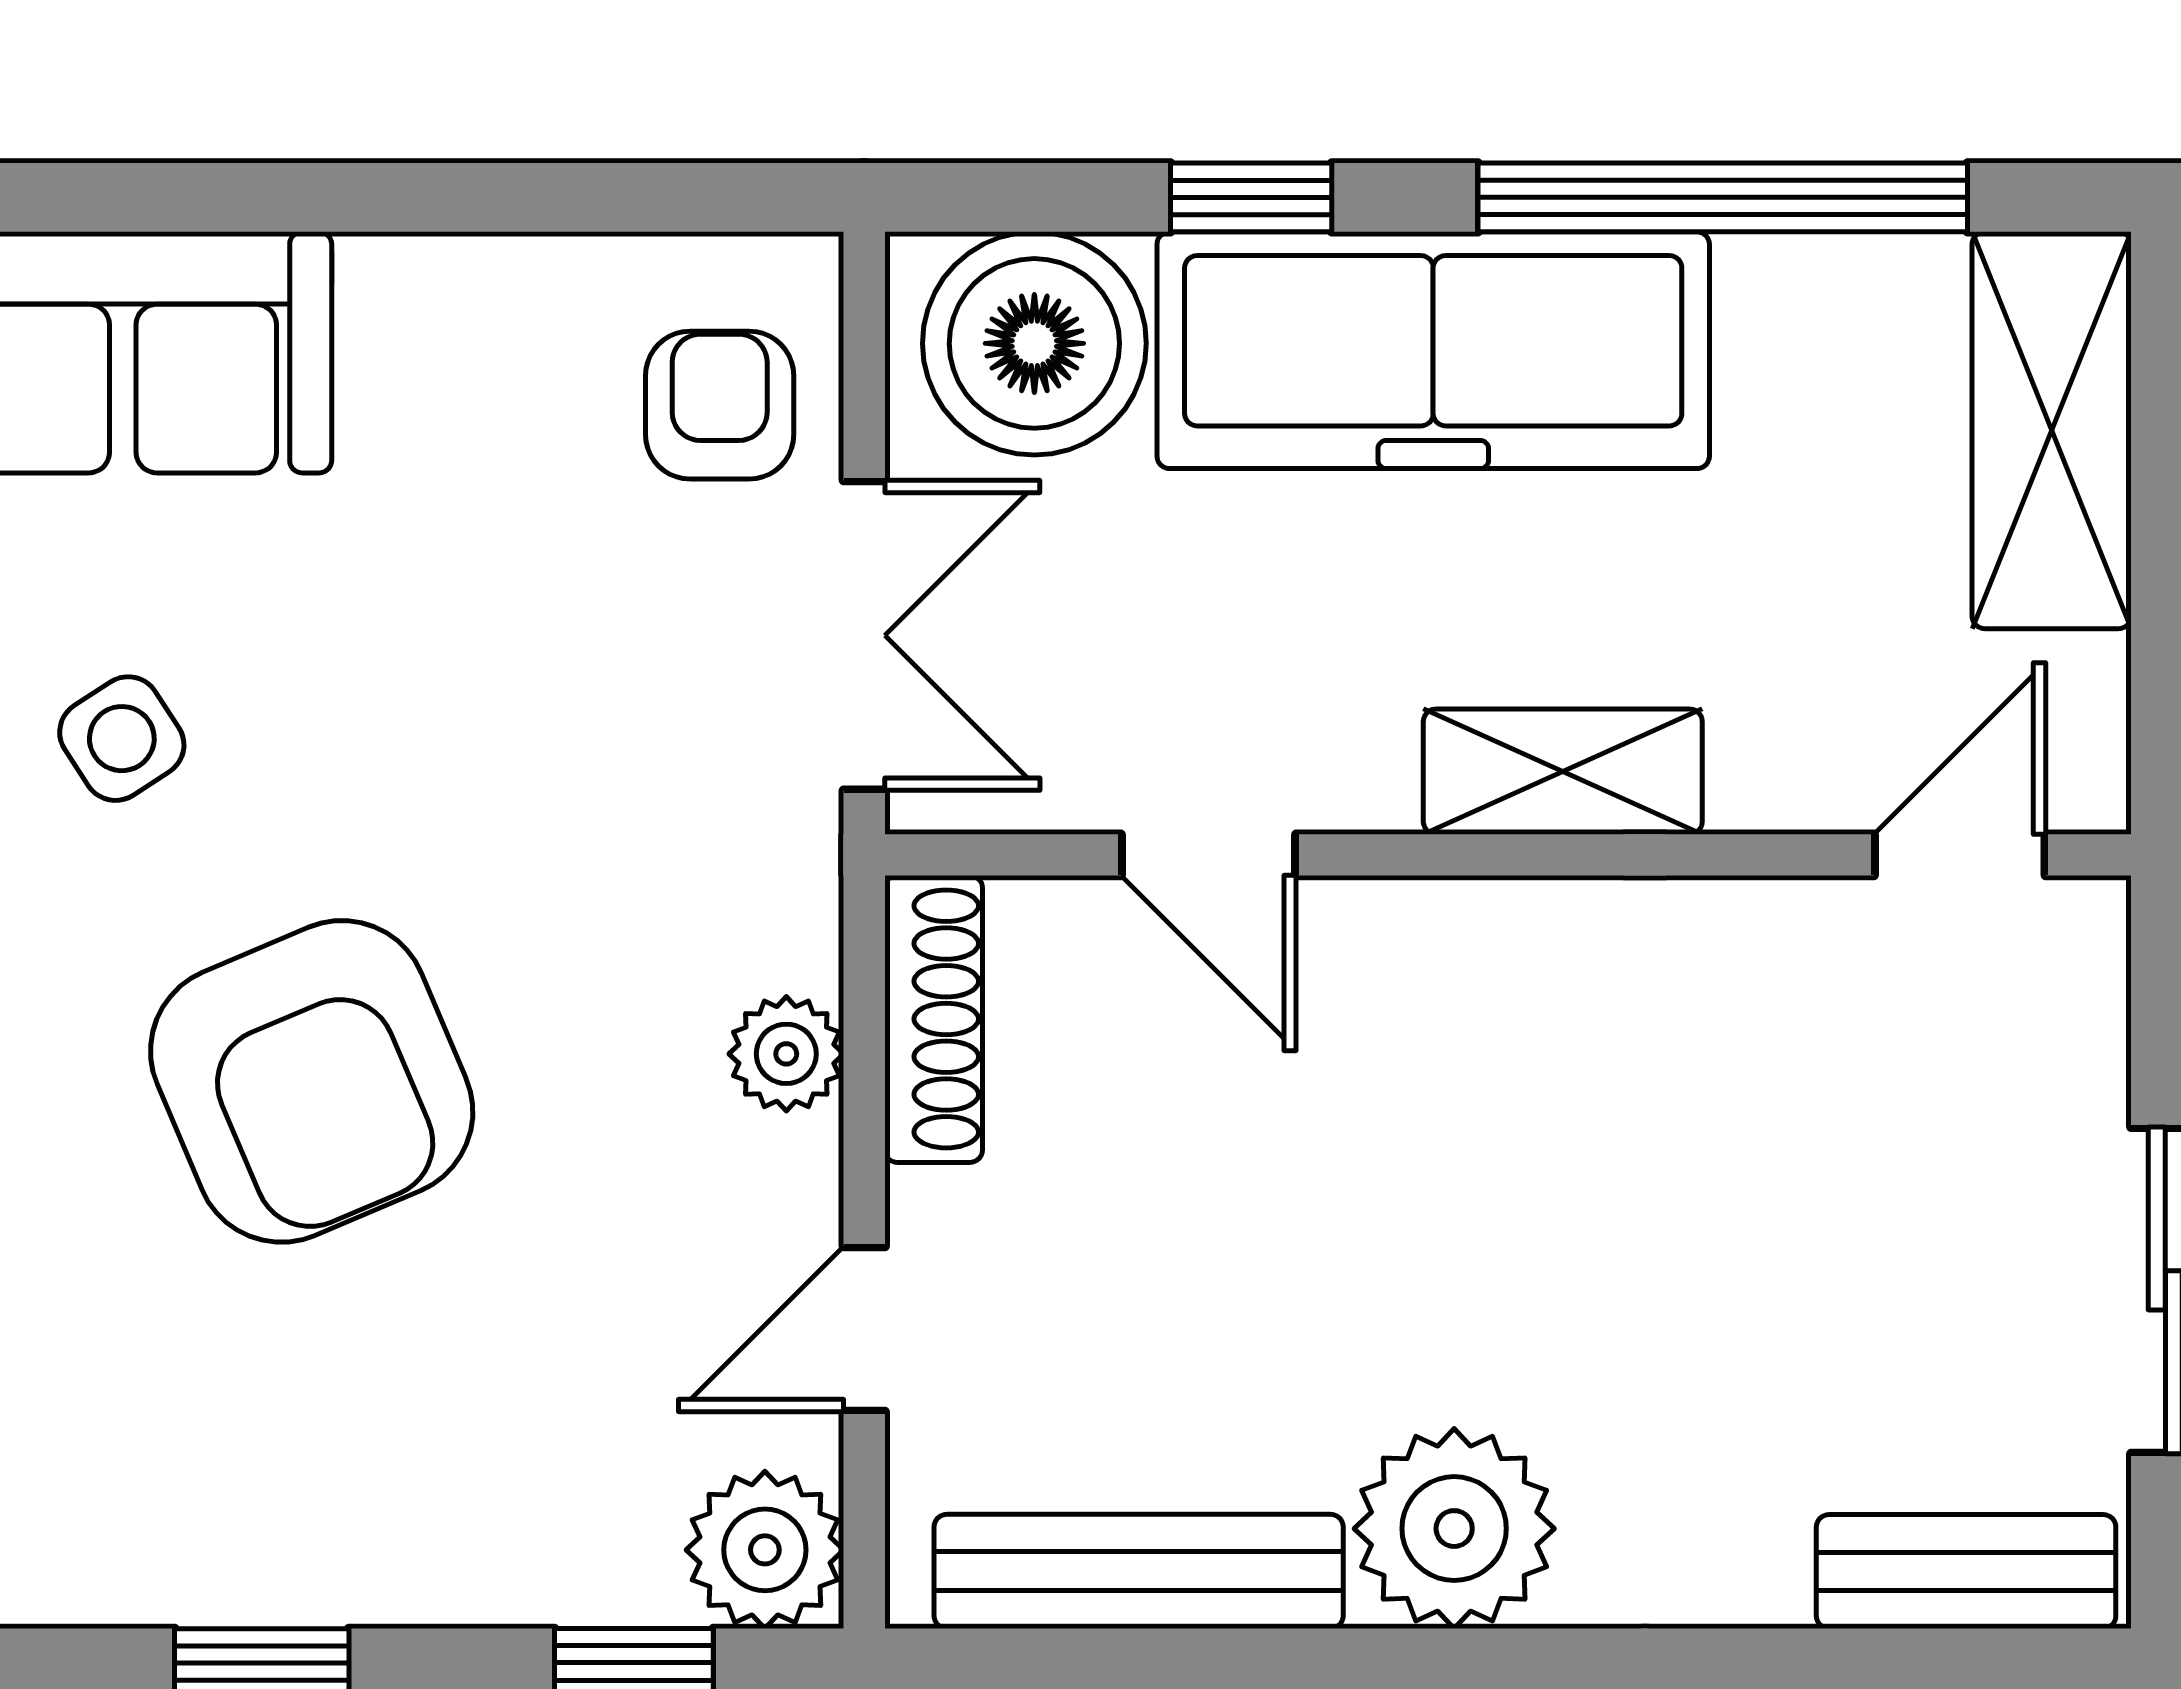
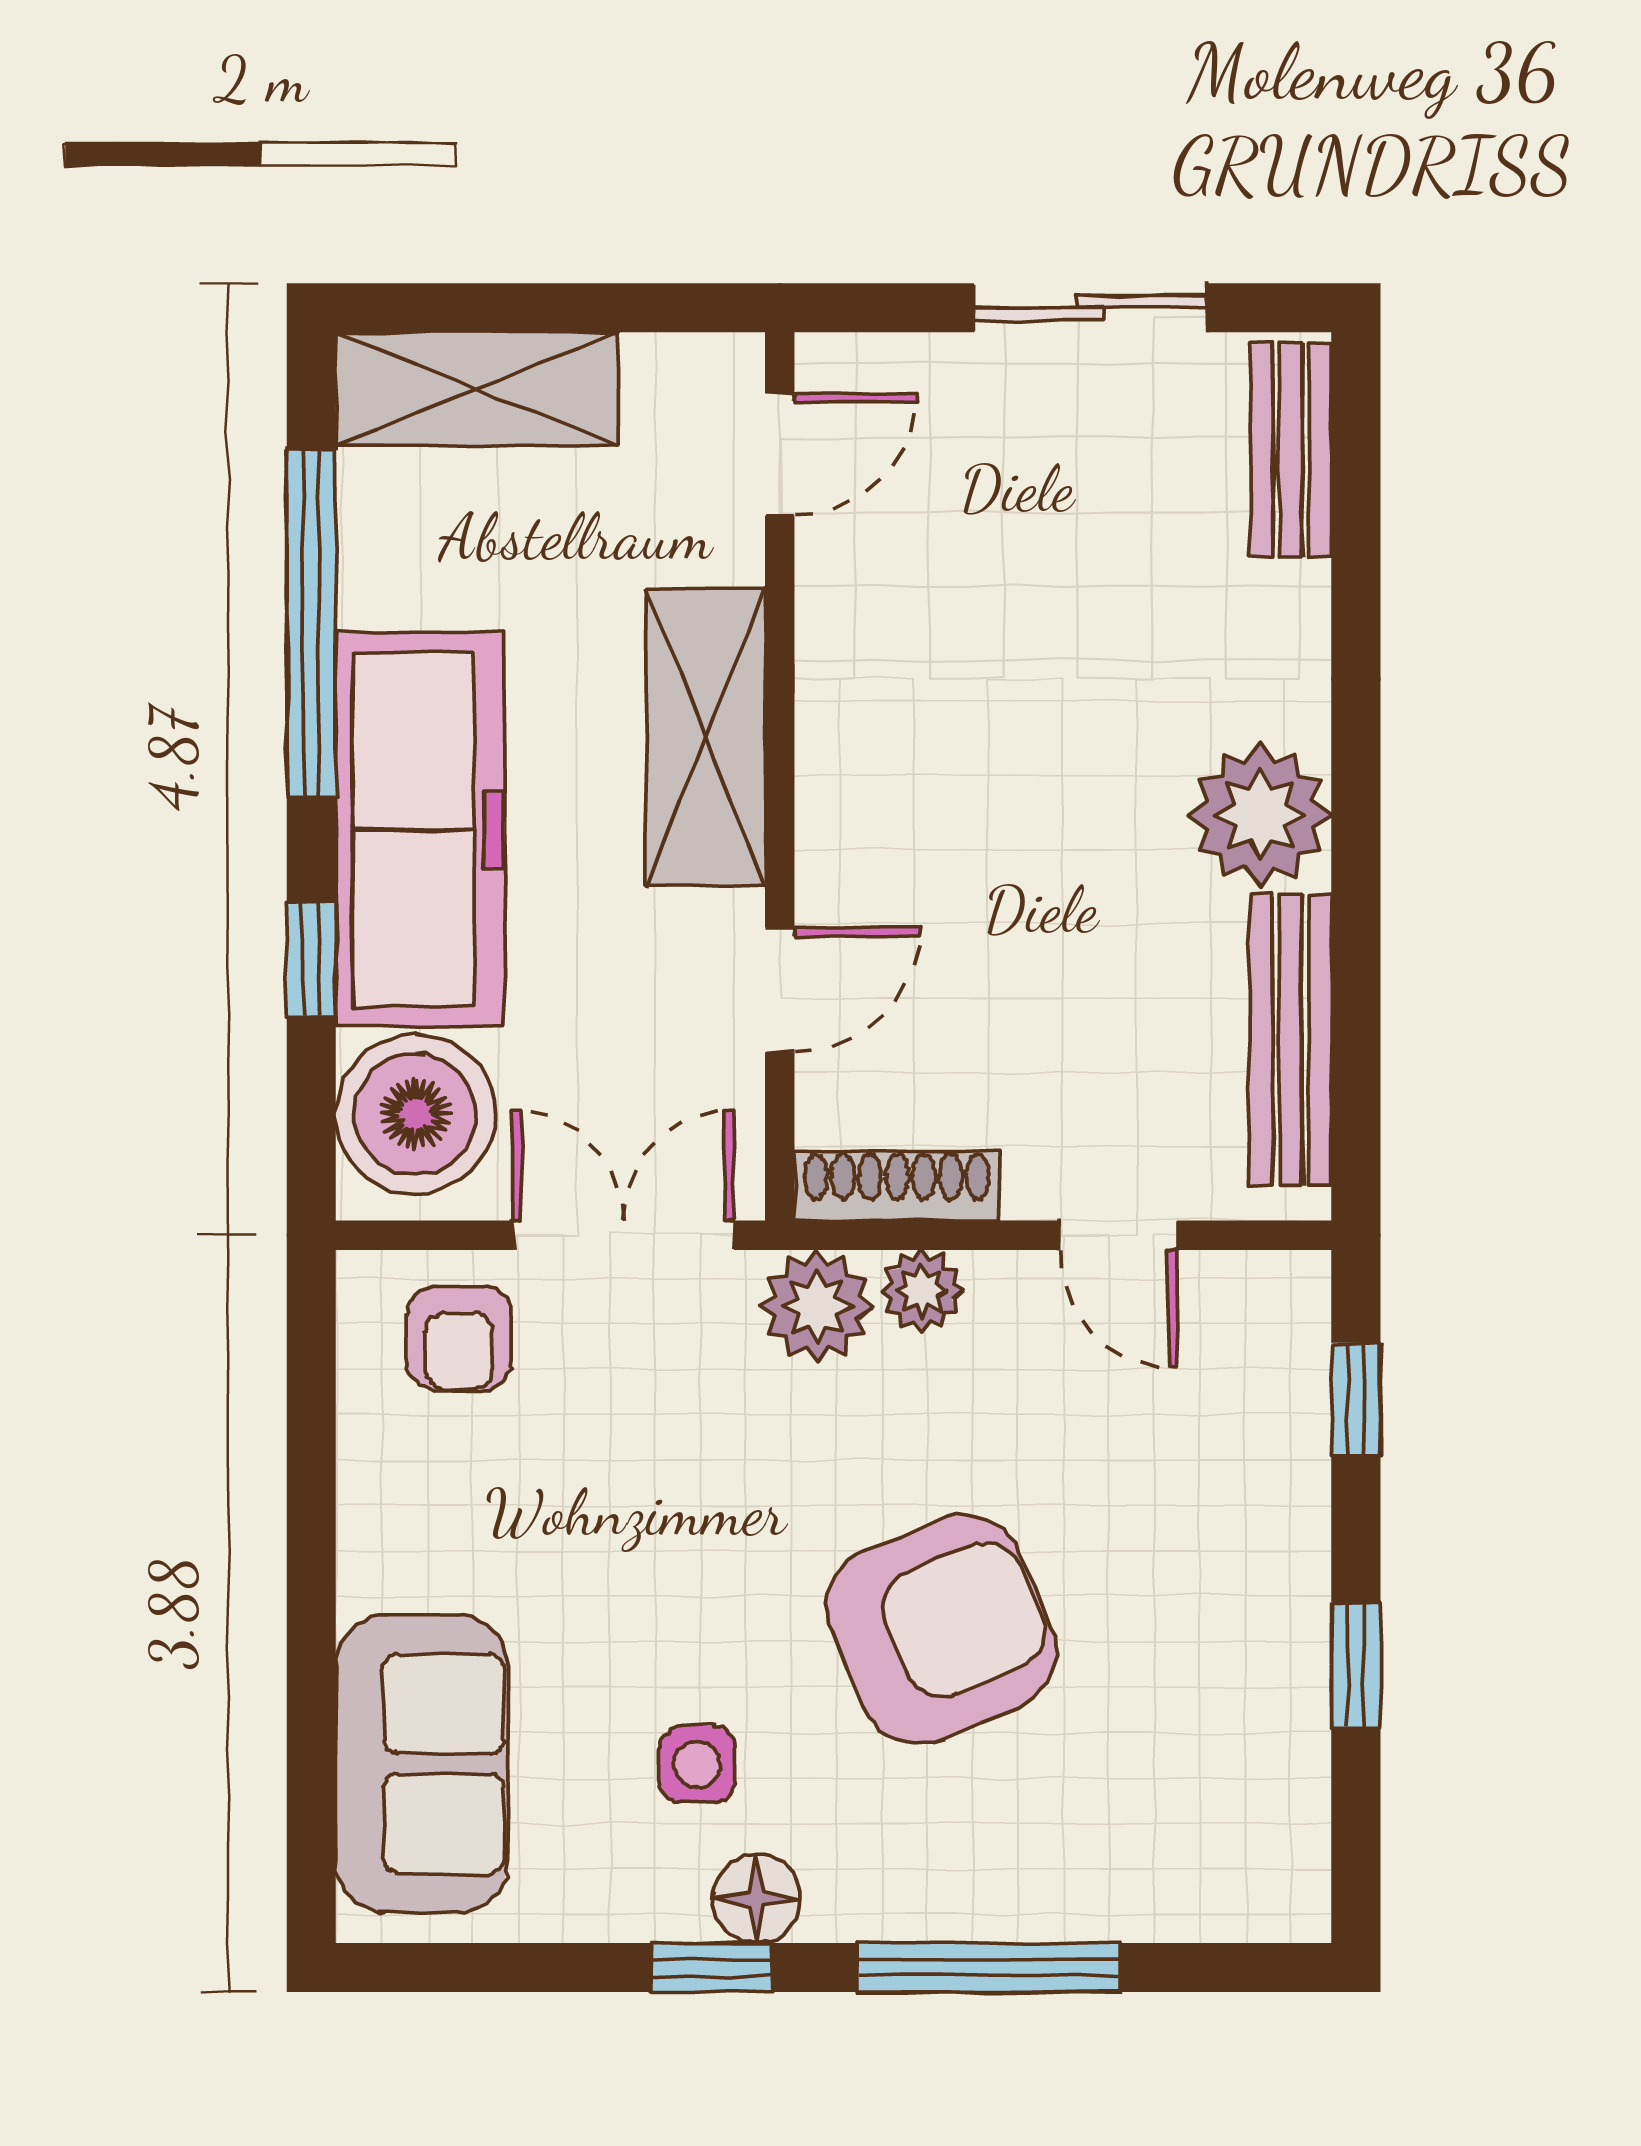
armchair: (720, 405) -> (459, 1338), turned -90
side table: (122, 739) -> (697, 1765), turned 33
shelving: (1563, 772) -> (706, 737), width x1.50, depth x1.33
door: (1960, 855) -> (780, 454), swing flipped
plant: (765, 1550) -> (817, 1306), moved

